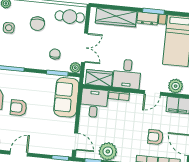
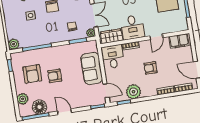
plant: (176, 86) -> (173, 27), removed
sofa: (66, 97) -> (92, 68), moved
armchair: (155, 137) -> (151, 68), moved
door: (19, 154) -> (64, 112), hinge flipped

